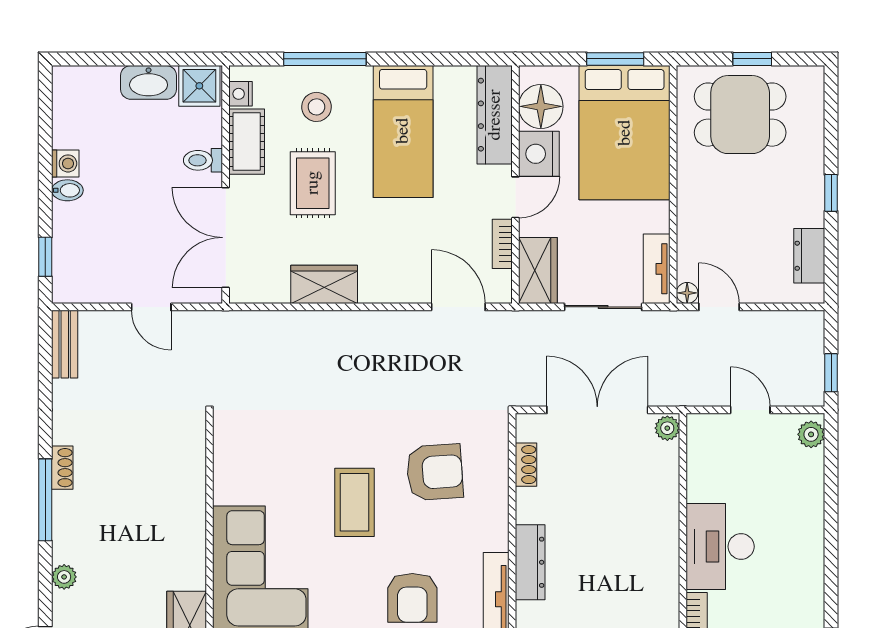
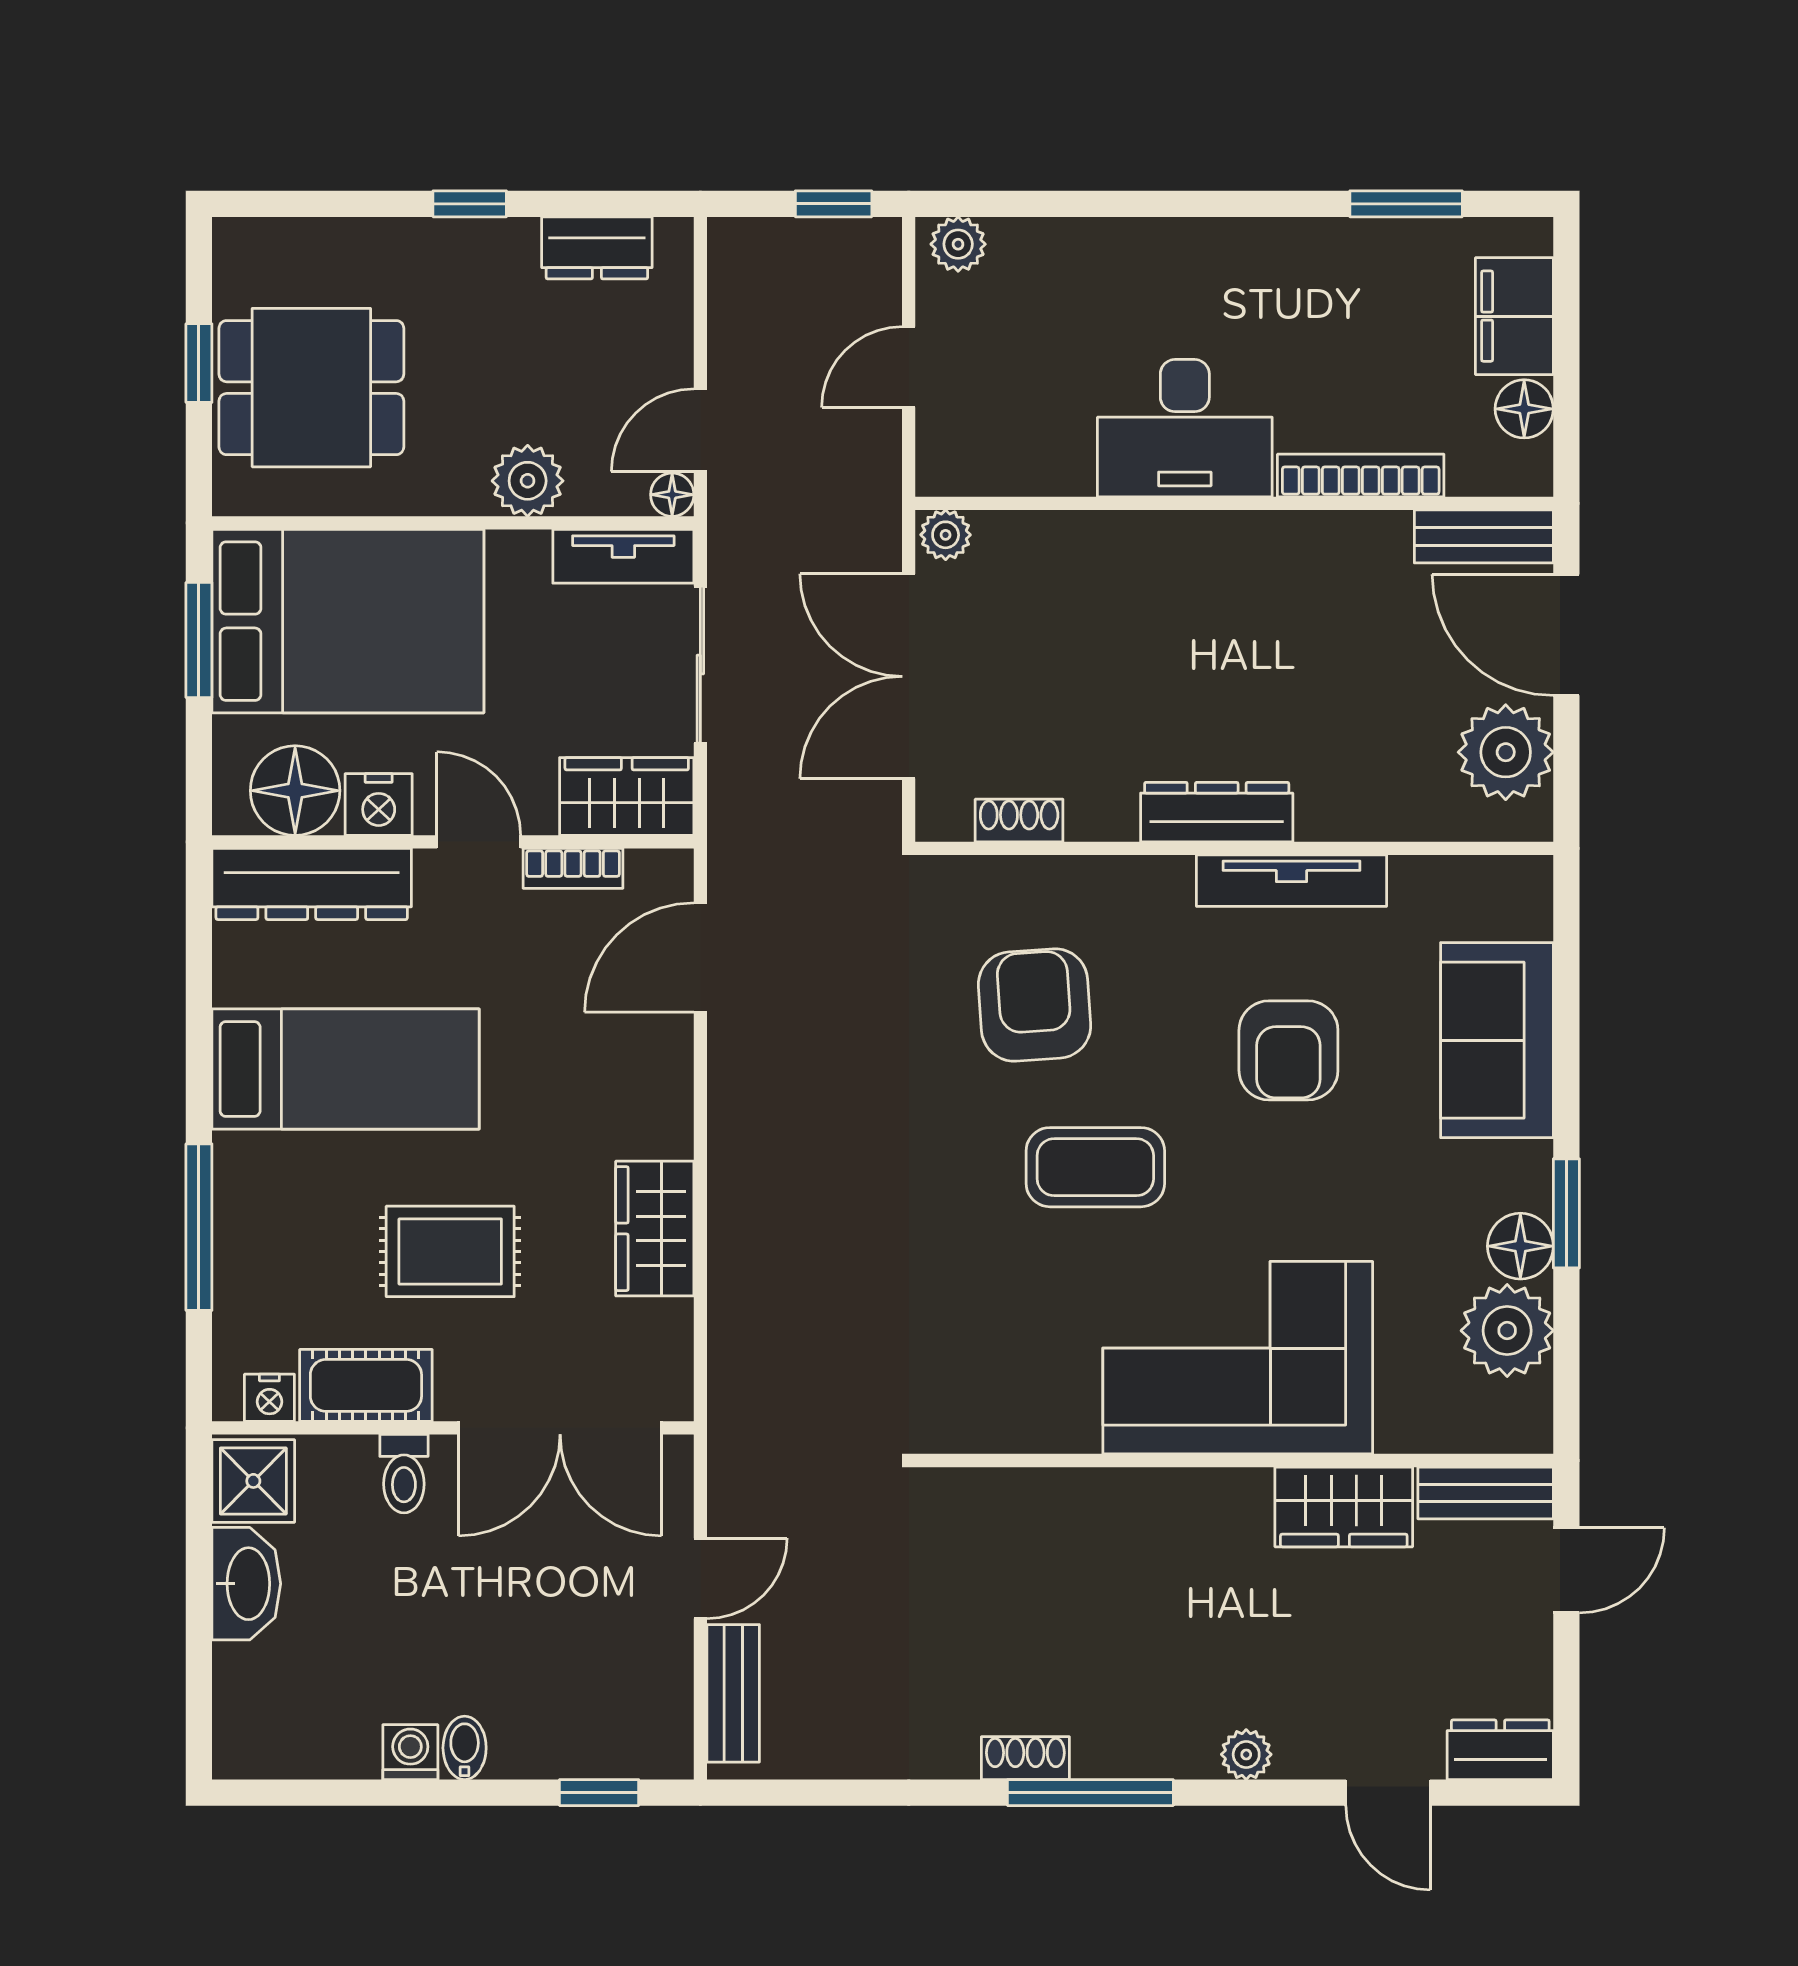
stool: (316, 107) -> (296, 1244), removed
dining table: (740, 115) -> (311, 388), turned 90
nightstand: (539, 154) -> (379, 805), width x0.74, depth x0.75
plant: (694, 221) -> (528, 481), added
bench: (65, 344) -> (733, 1693), moved, turned 90
armchair: (412, 598) -> (1288, 1050), turned 90

